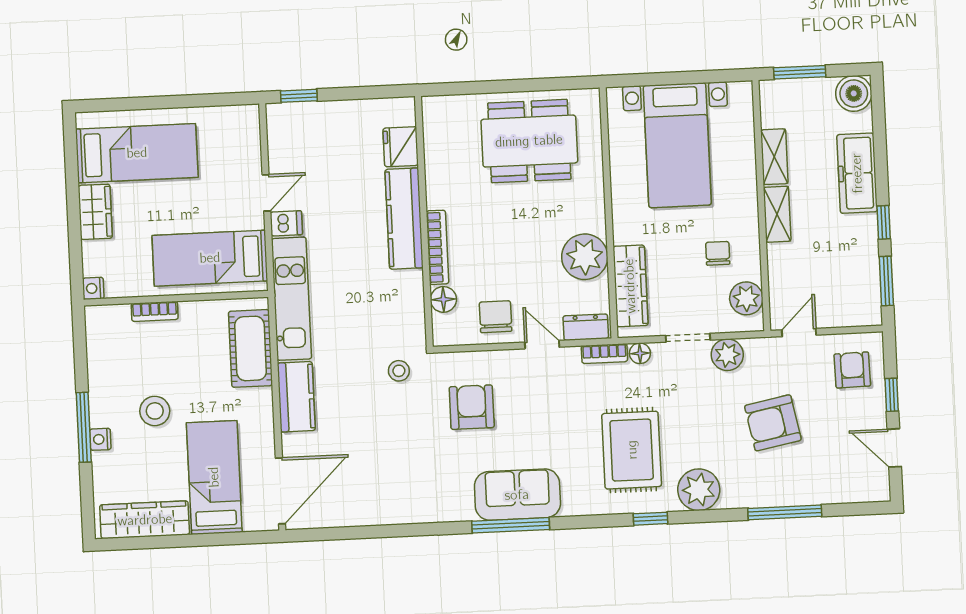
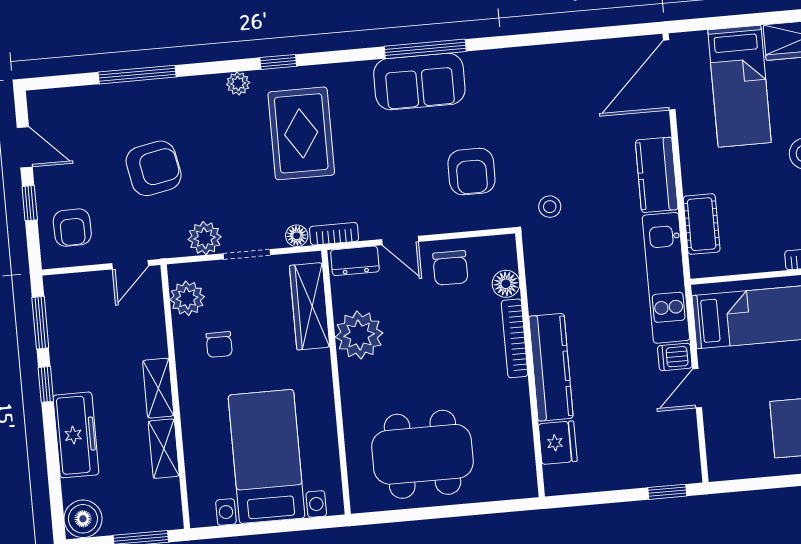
cot: (250, 348) -> (702, 224), width x0.73, depth x0.75
plant: (699, 490) -> (238, 83), width x0.53, depth x0.53

